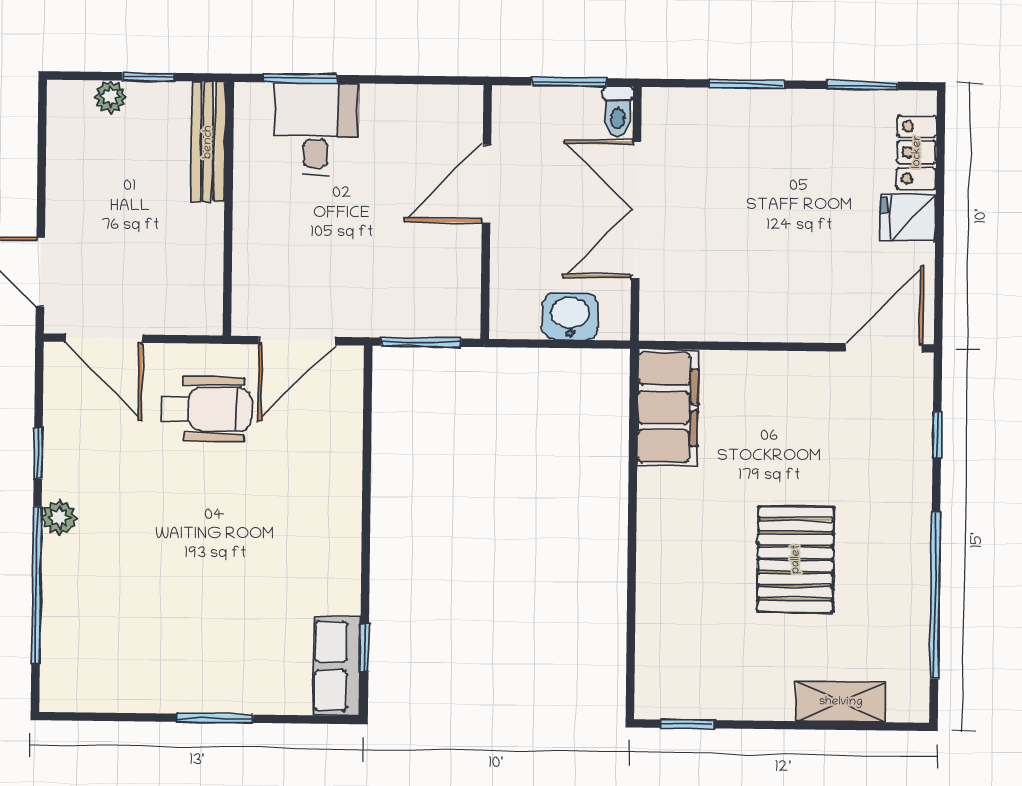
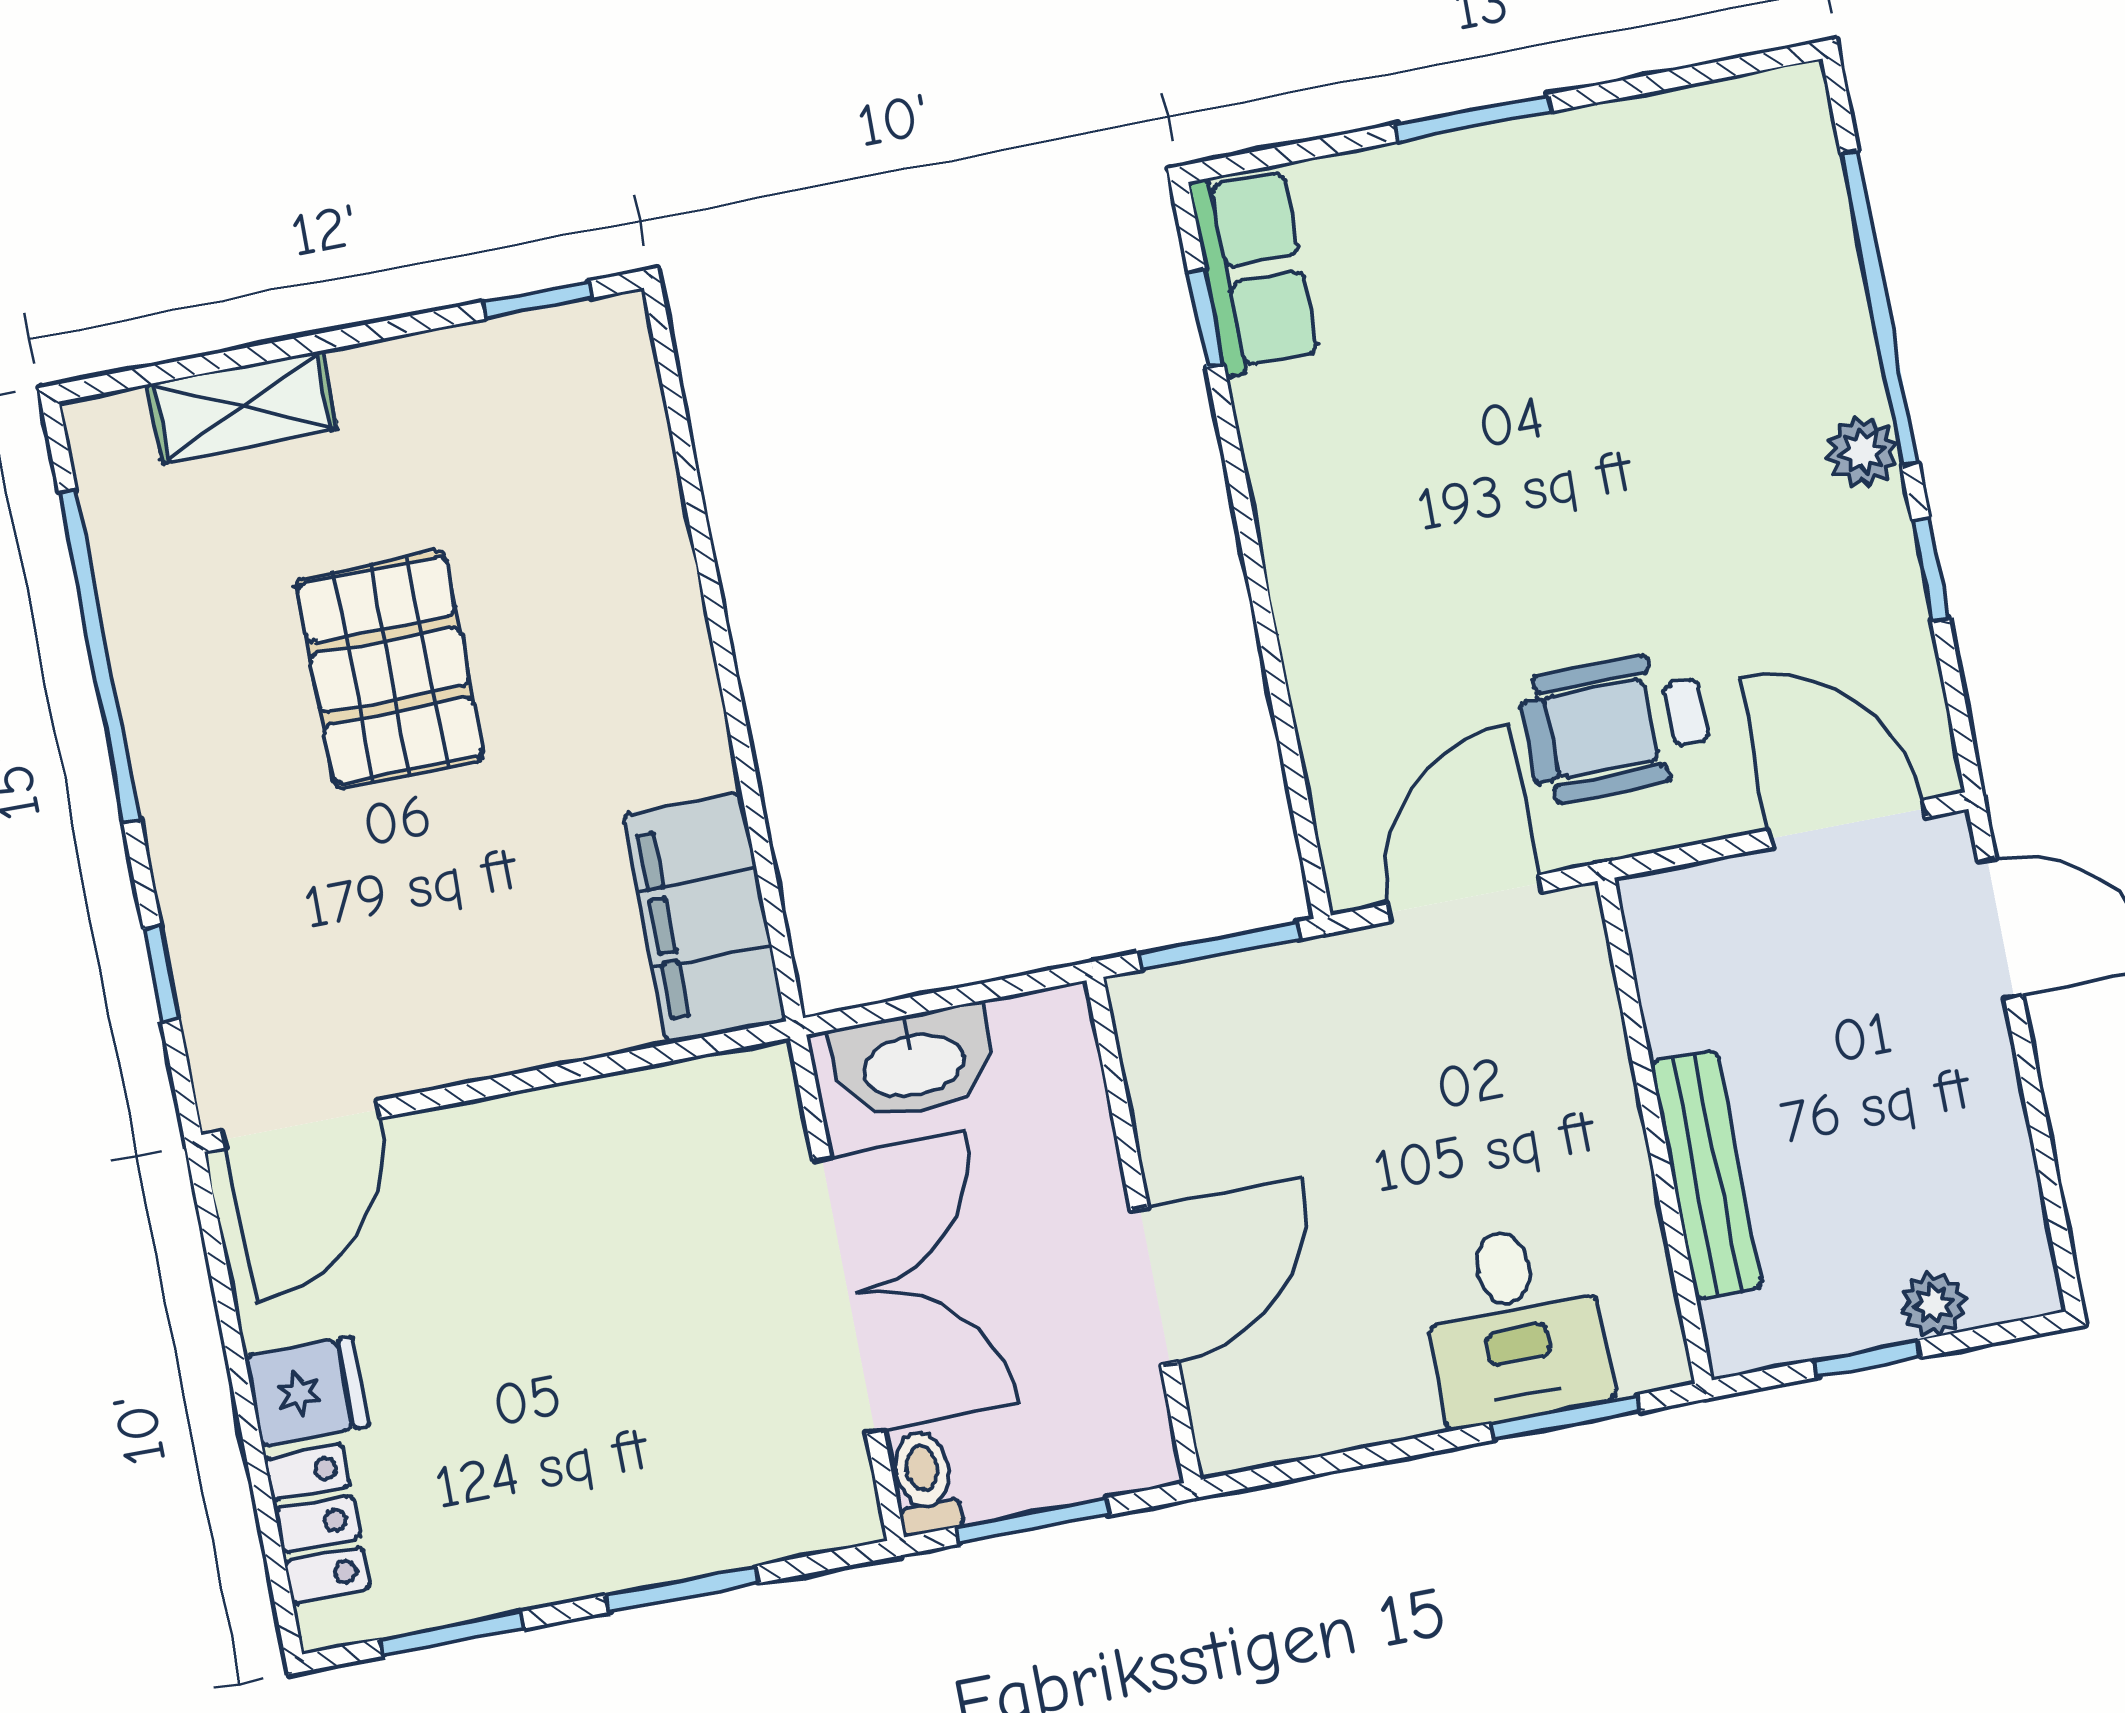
bench: (208, 142) -> (1706, 1175), moved
washbasin: (570, 316) -> (913, 1063), width x1.38

